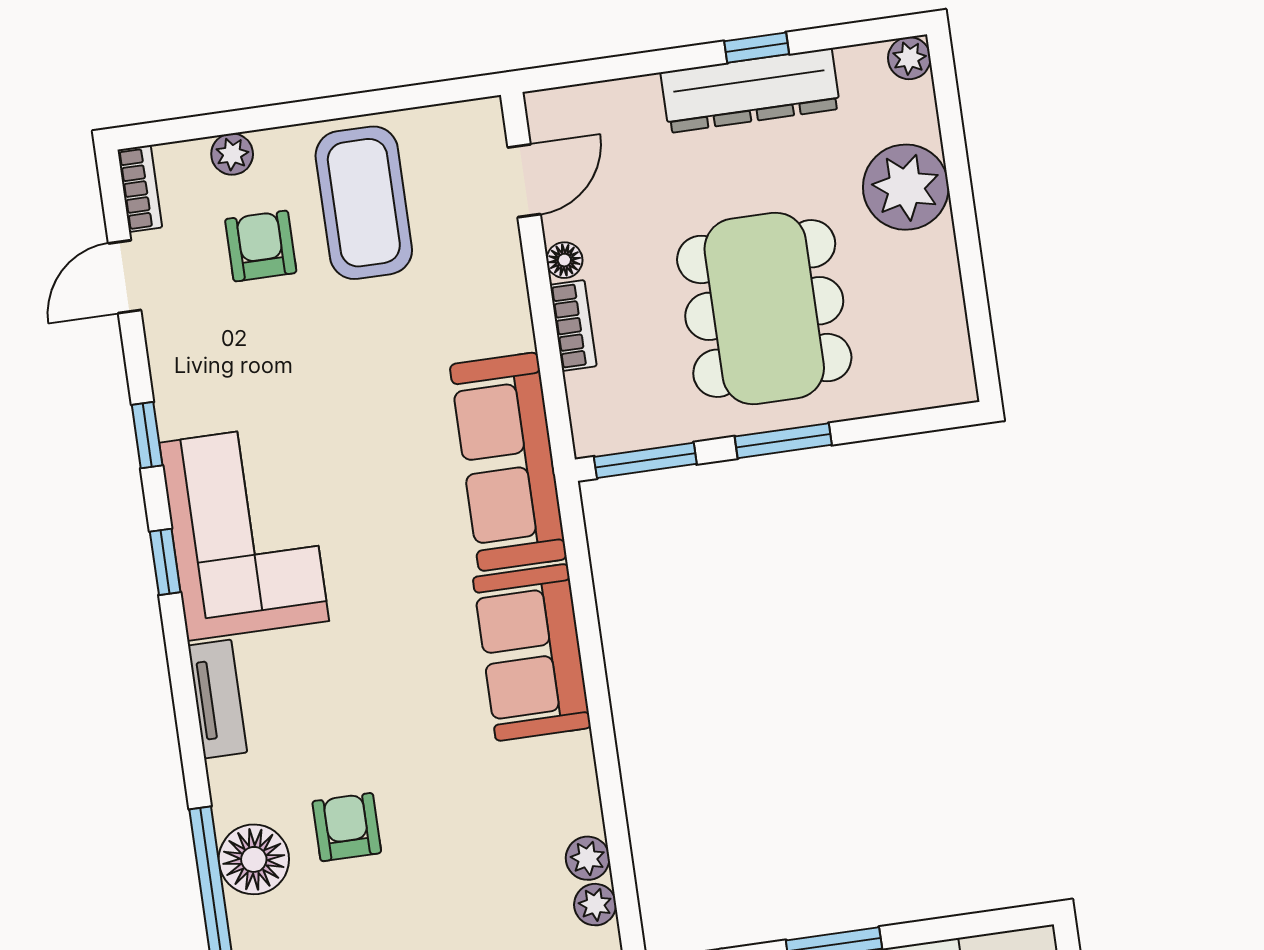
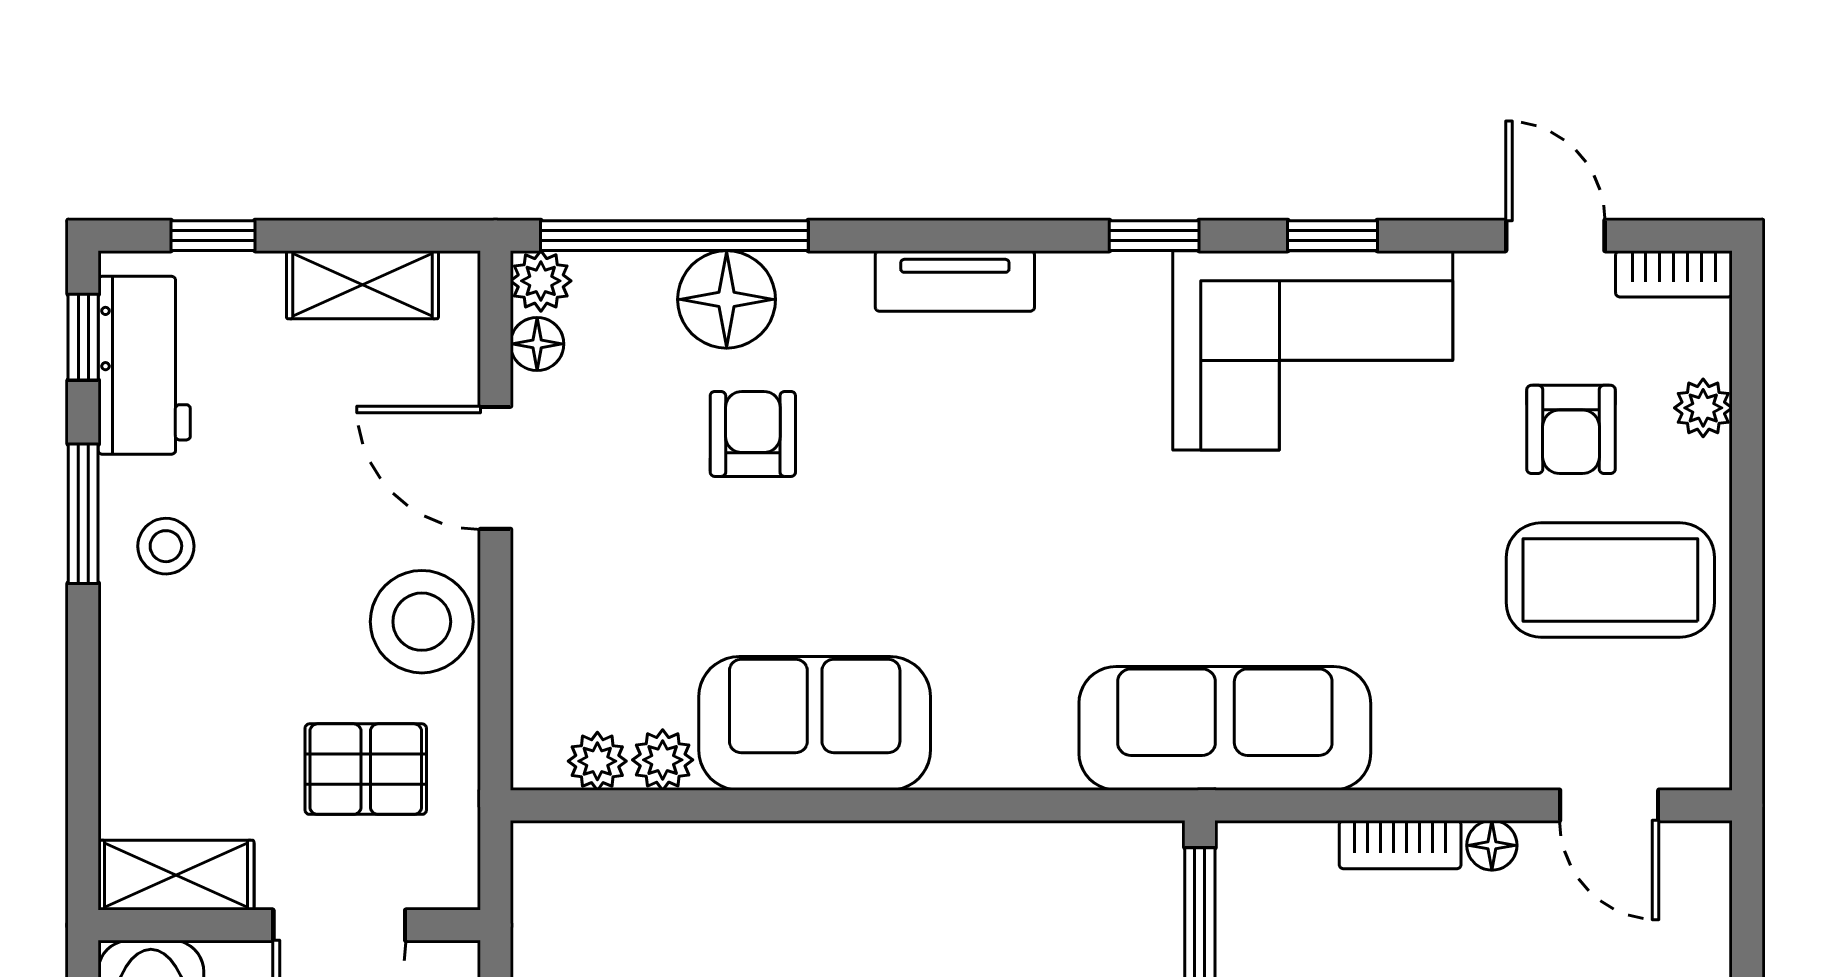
armchair: (261, 246) -> (1571, 429), turned 90
corner sofa: (244, 532) -> (1313, 350), moved
sofa: (532, 652) -> (815, 723), moved
armchair: (347, 827) -> (753, 434), turned -90

